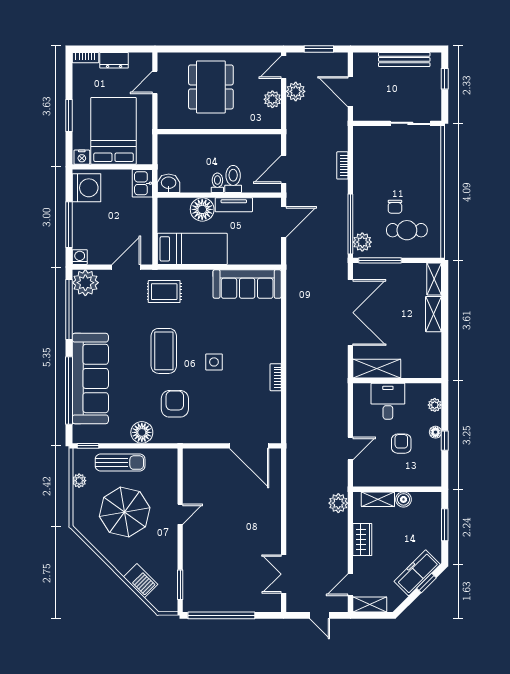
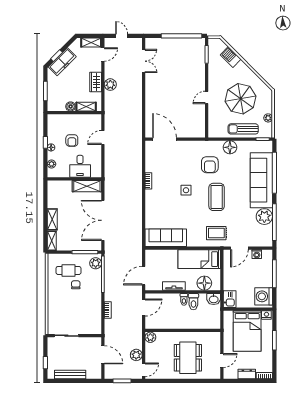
plant: (272, 99) -> (150, 337), moved
toilet: (233, 179) -> (193, 302), moved
floor lamp: (202, 209) -> (204, 283), moved
washing machine: (80, 257) -> (257, 254), moved
plant: (85, 283) -> (264, 217), moved
plant: (338, 503) -> (110, 85), moved

